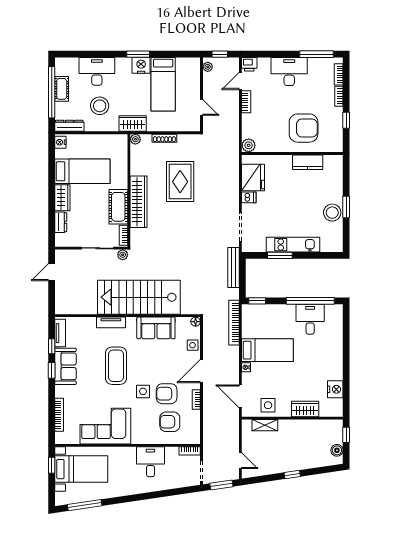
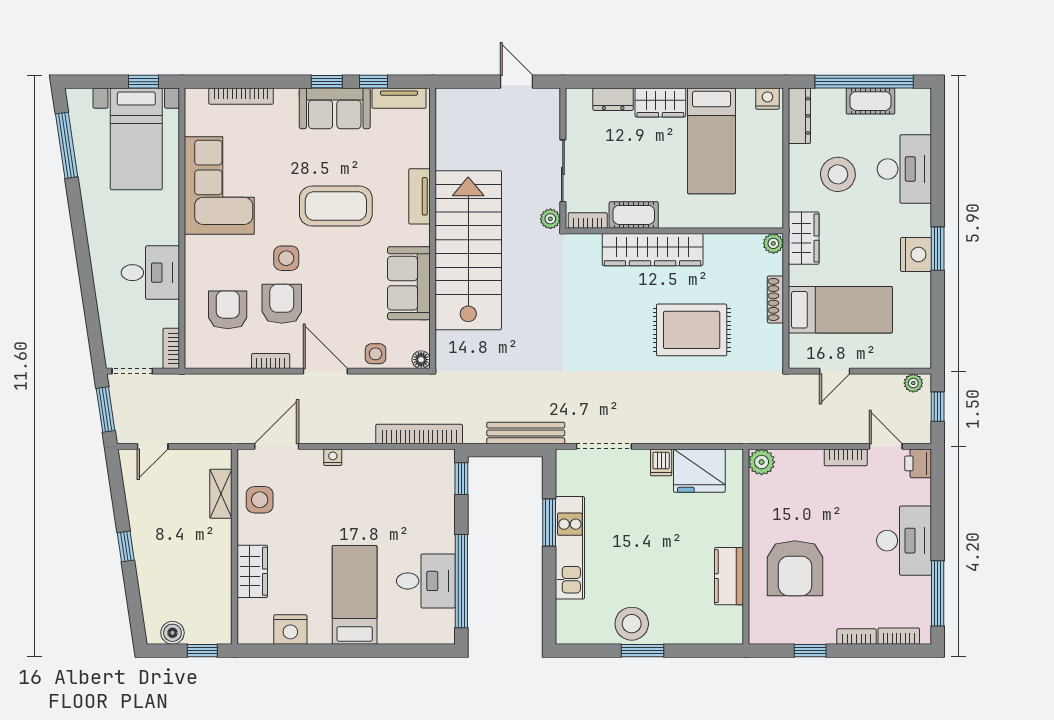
bed: (163, 84) -> (840, 310), moved, turned 180
cot: (118, 207) -> (634, 215), width x0.73, depth x0.75
bed: (267, 350) -> (355, 595), moved, turned 180

